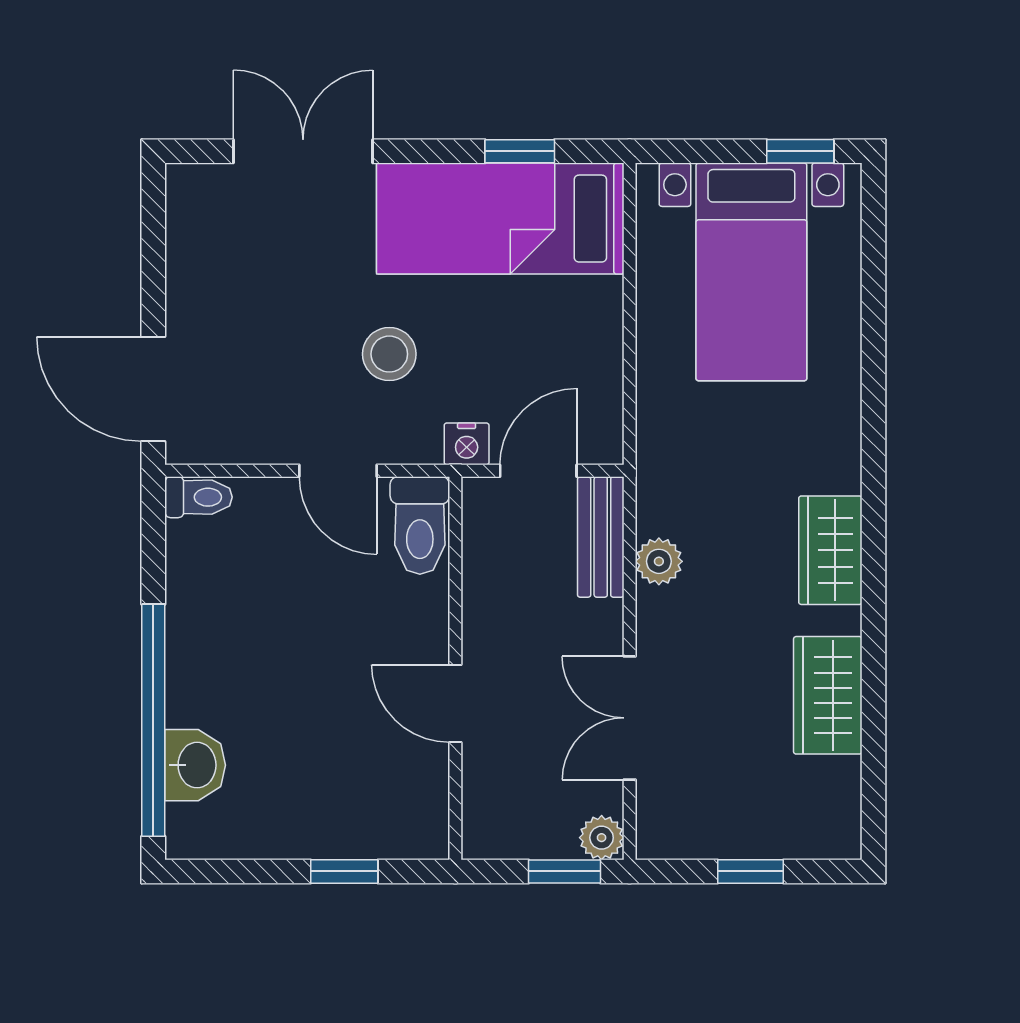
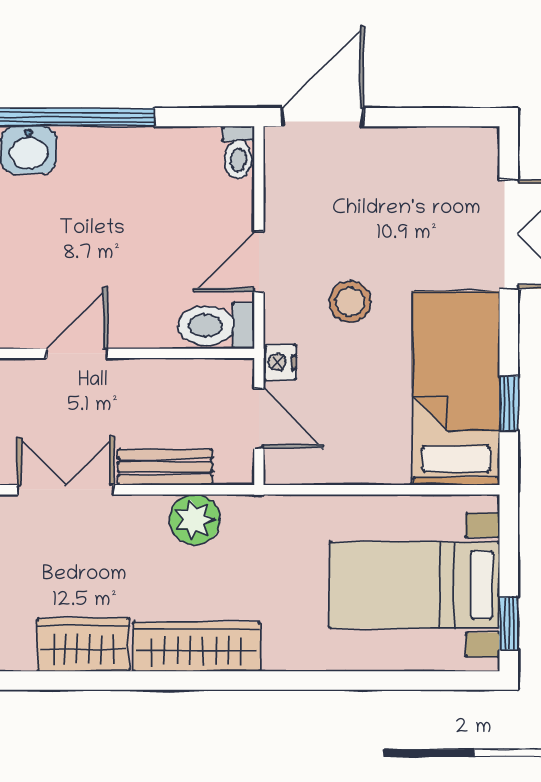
bench: (601, 537) -> (165, 467), moved
wardrobe: (830, 550) -> (197, 647), width x1.50
plant: (659, 561) -> (195, 520), width x1.38, depth x1.38

